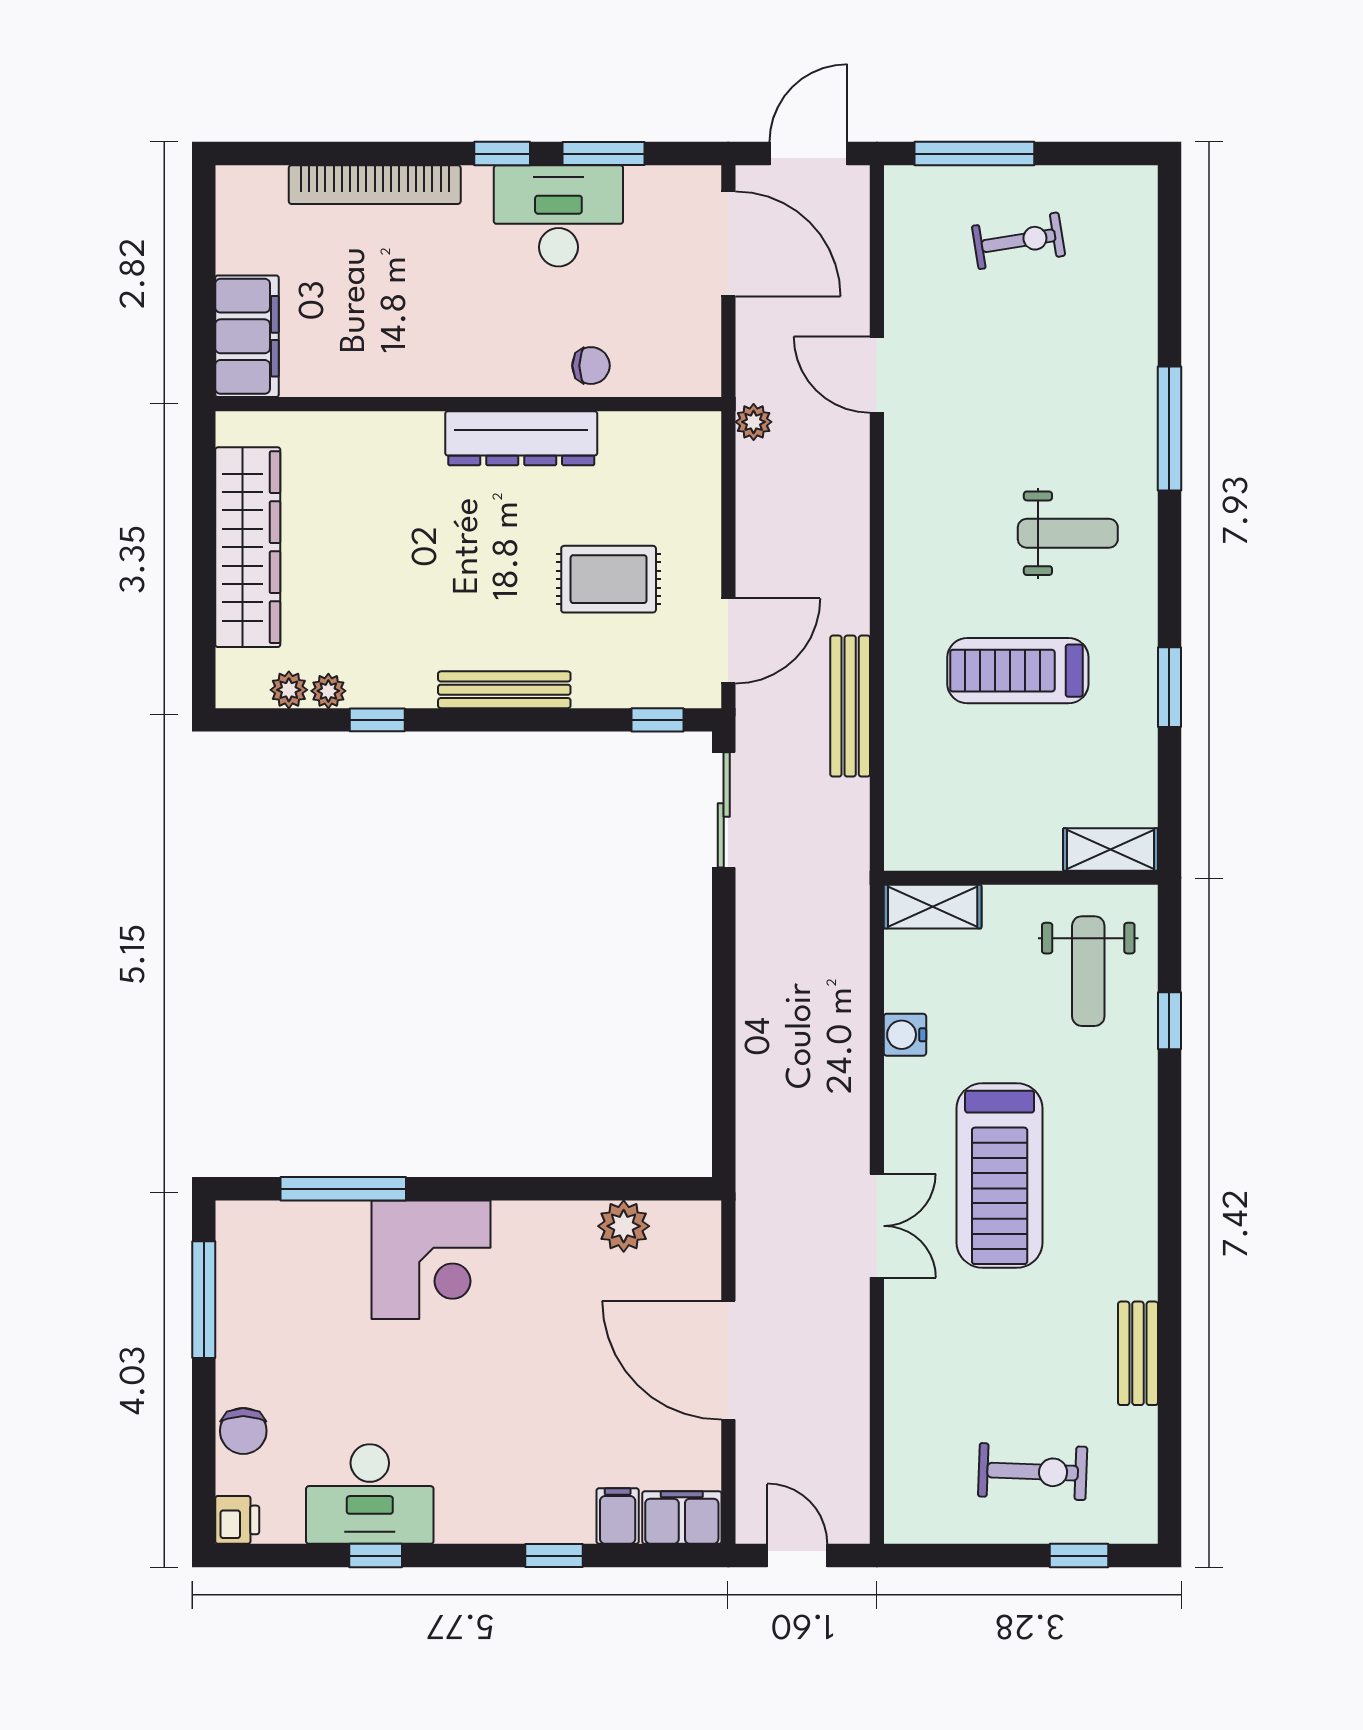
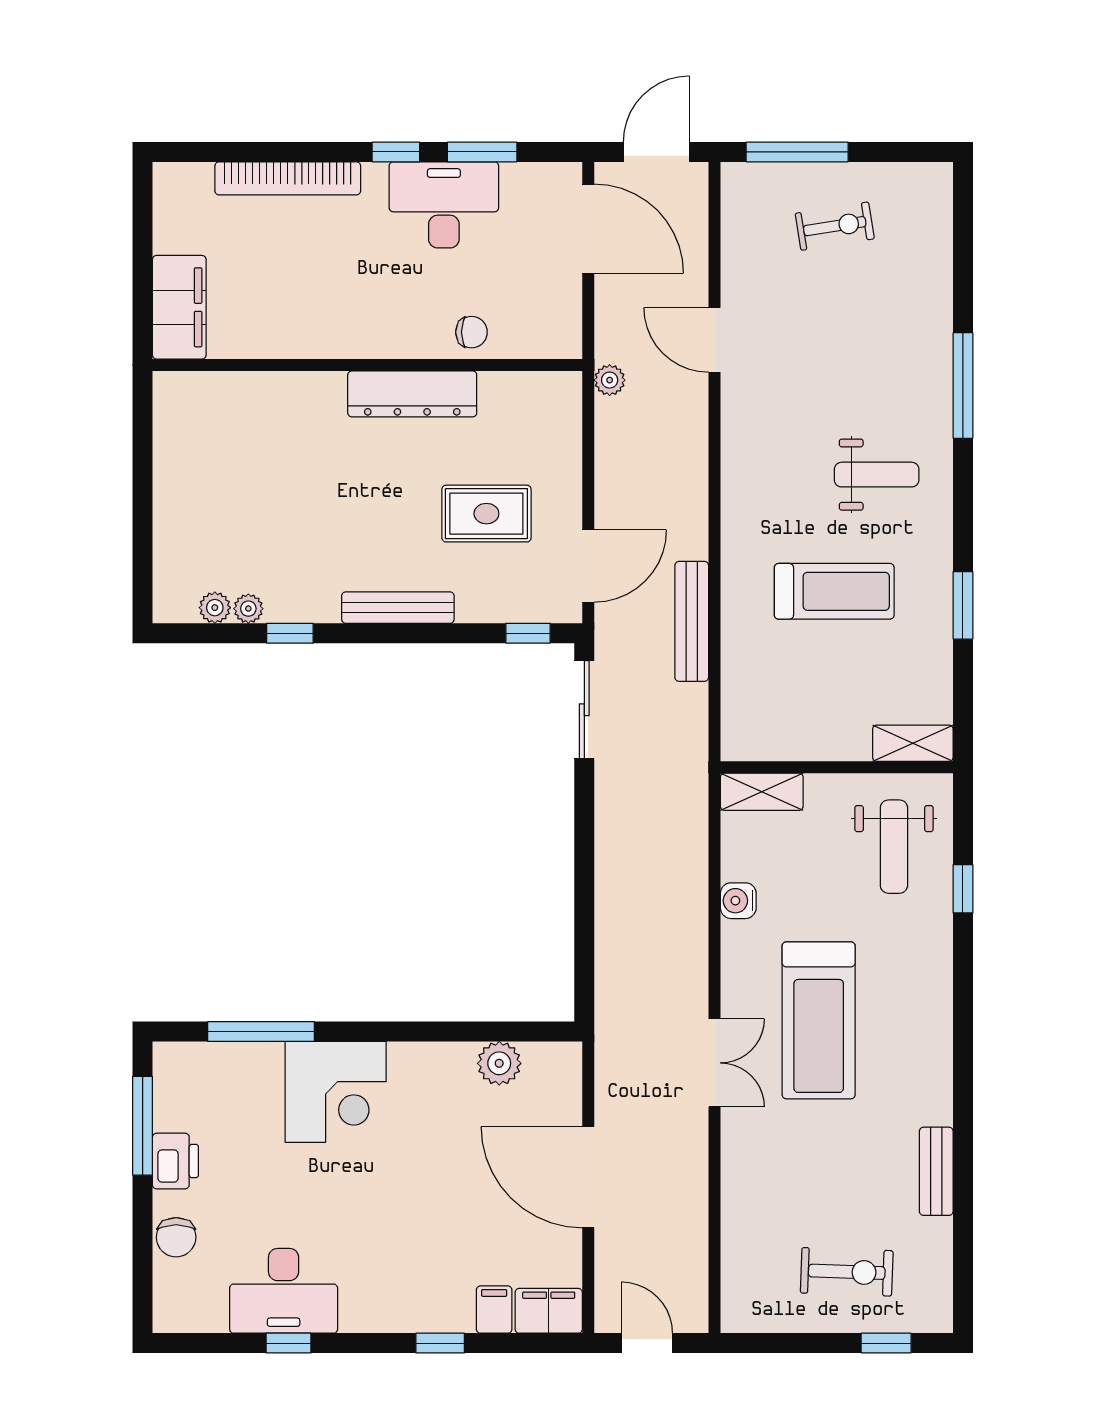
wardrobe: (248, 547) -> (180, 486), removed
treadmill: (1018, 671) -> (834, 591), turned 180
printer: (237, 1520) -> (175, 1161), moved, width x1.36, depth x1.24

